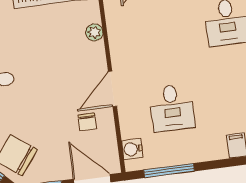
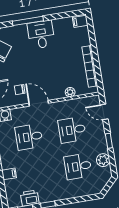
desk: (162, 31) -> (72, 130), added

